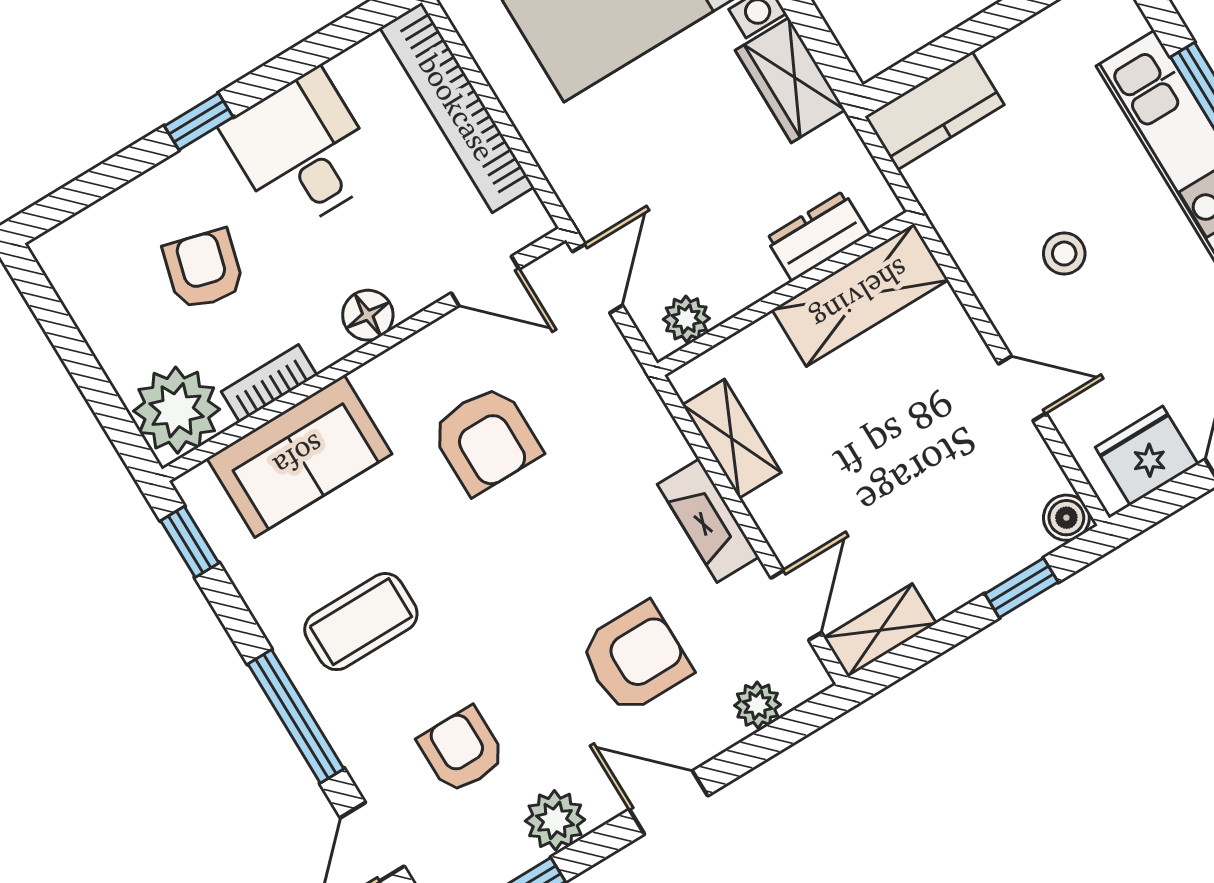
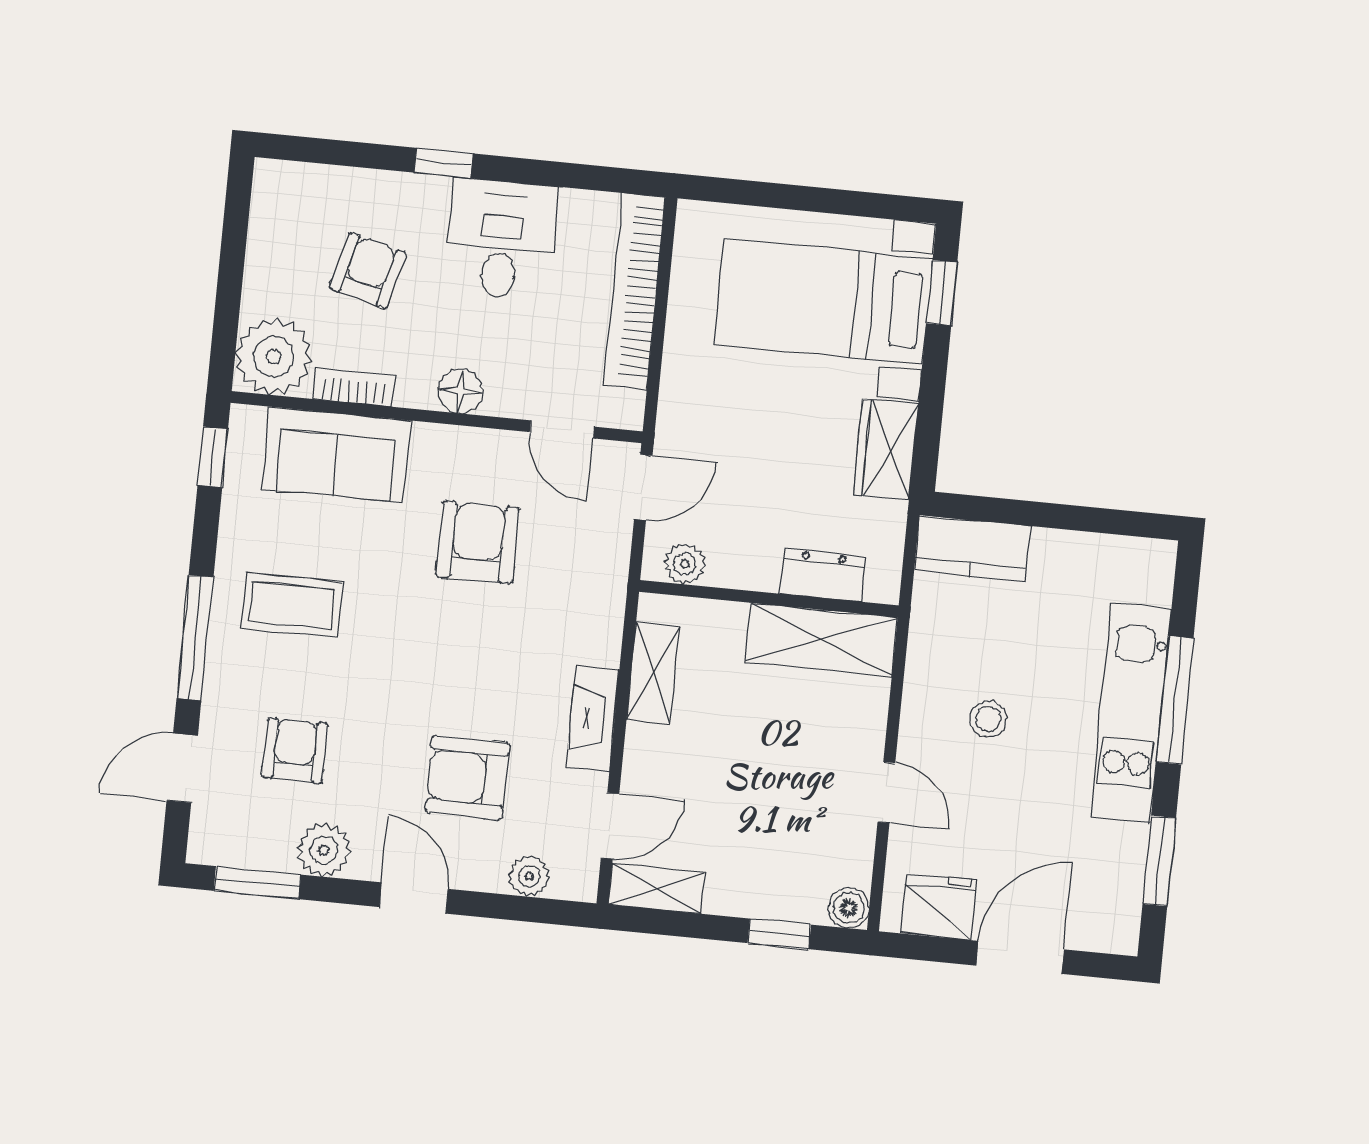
armchair: (486, 439) -> (478, 542), turned 180
armchair: (635, 658) -> (467, 778), turned 180

